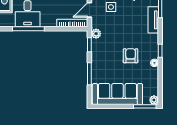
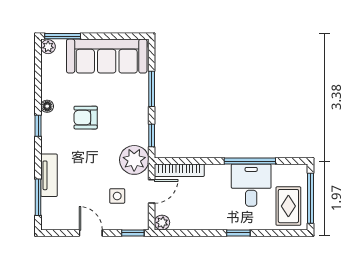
plant: (96, 34) -> (134, 160), width x1.87, depth x1.87
armchair: (131, 56) -> (86, 118), turned 90

